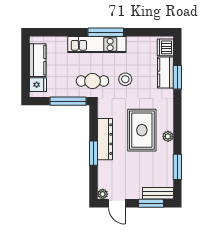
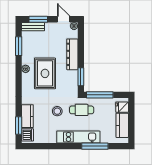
window: (106, 32) -> (95, 146), moved
window: (177, 77) -> (19, 126), moved
dresser: (105, 139) -> (72, 54), moved
window: (94, 153) -> (81, 77), moved

